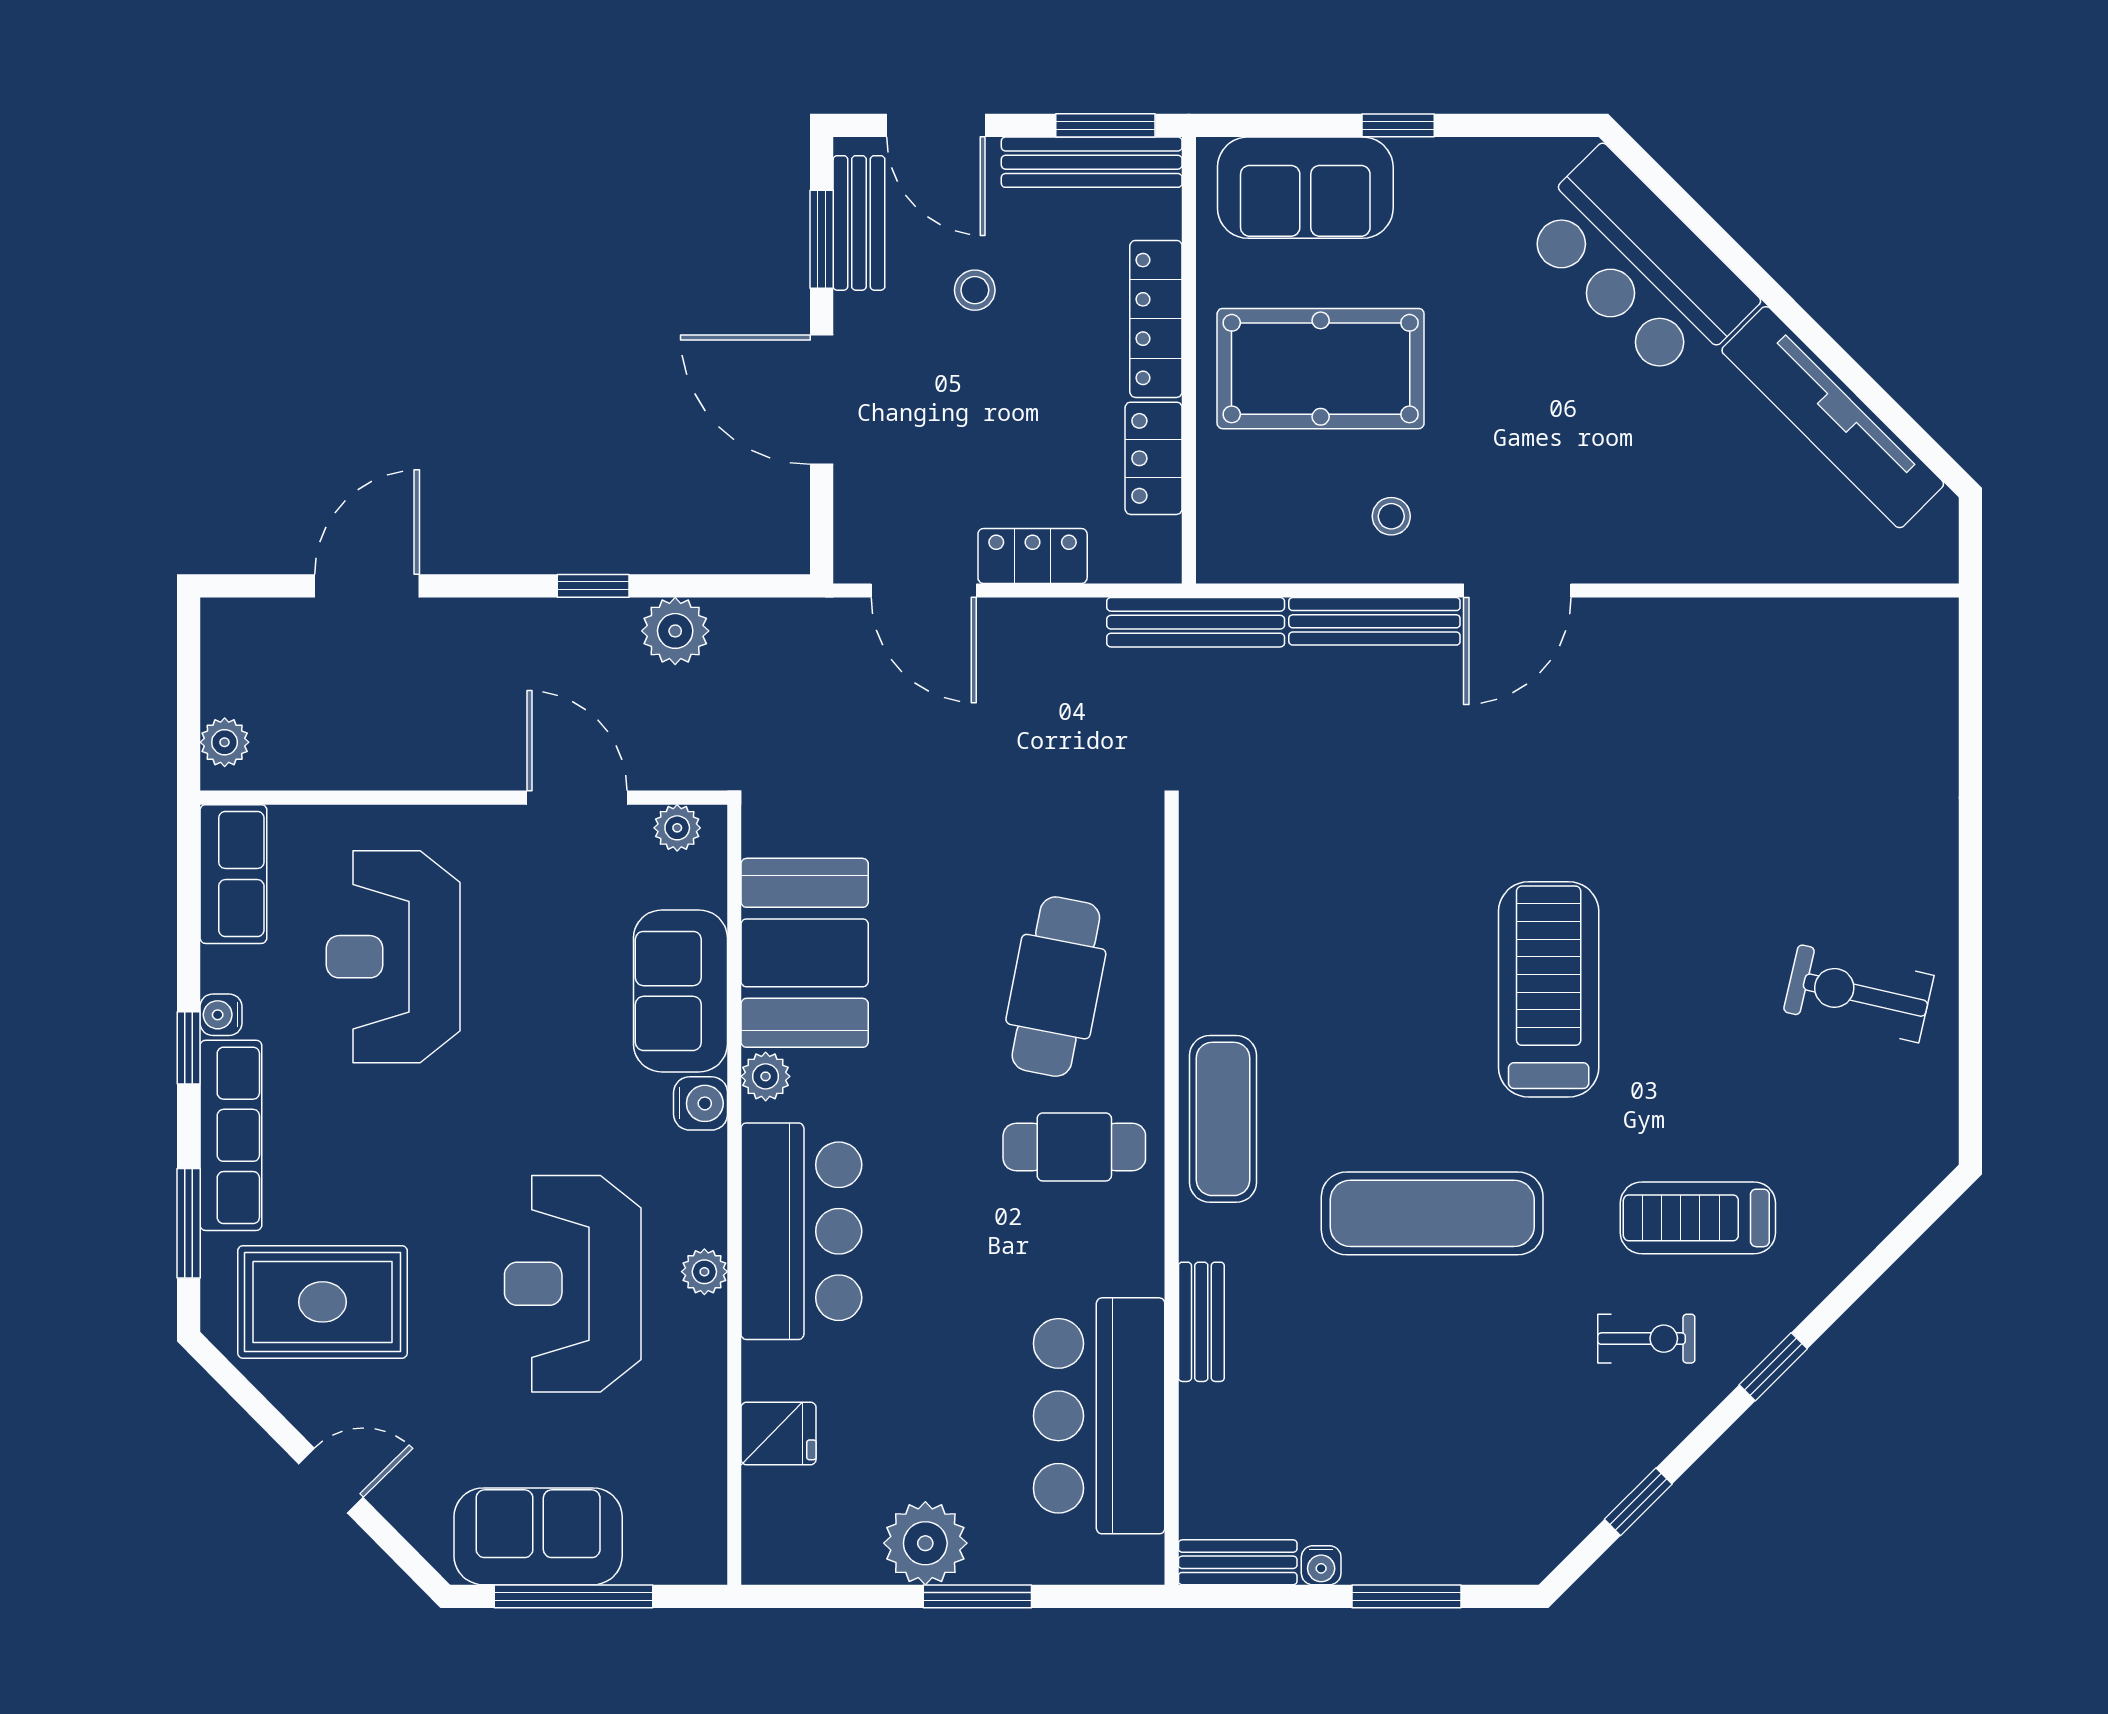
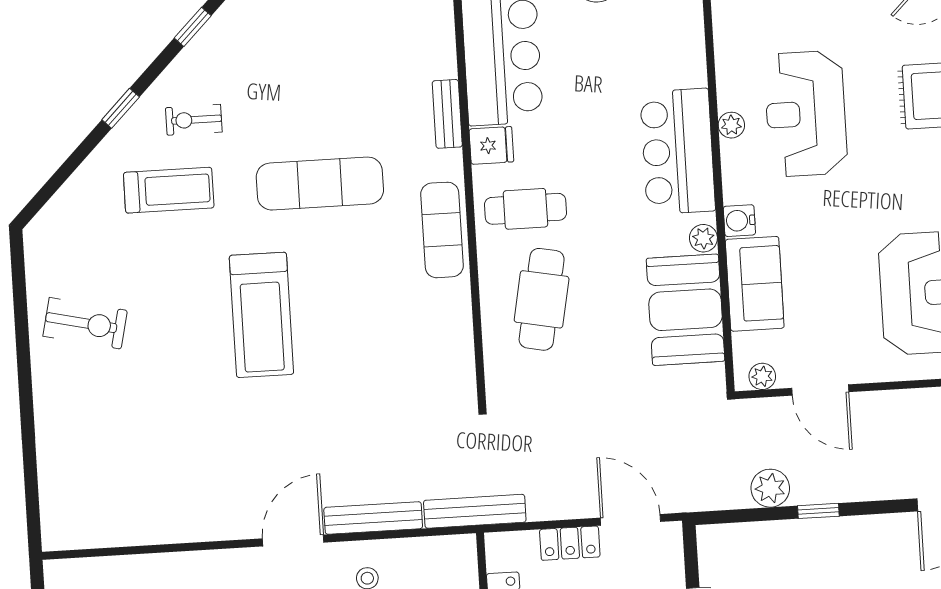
reception desk: (573, 1284) -> (806, 114), turned 180
fridge: (779, 1434) -> (491, 145), moved, turned 180

